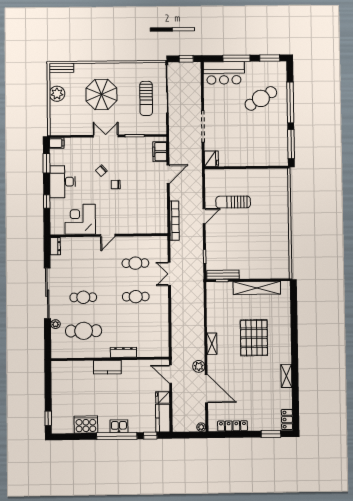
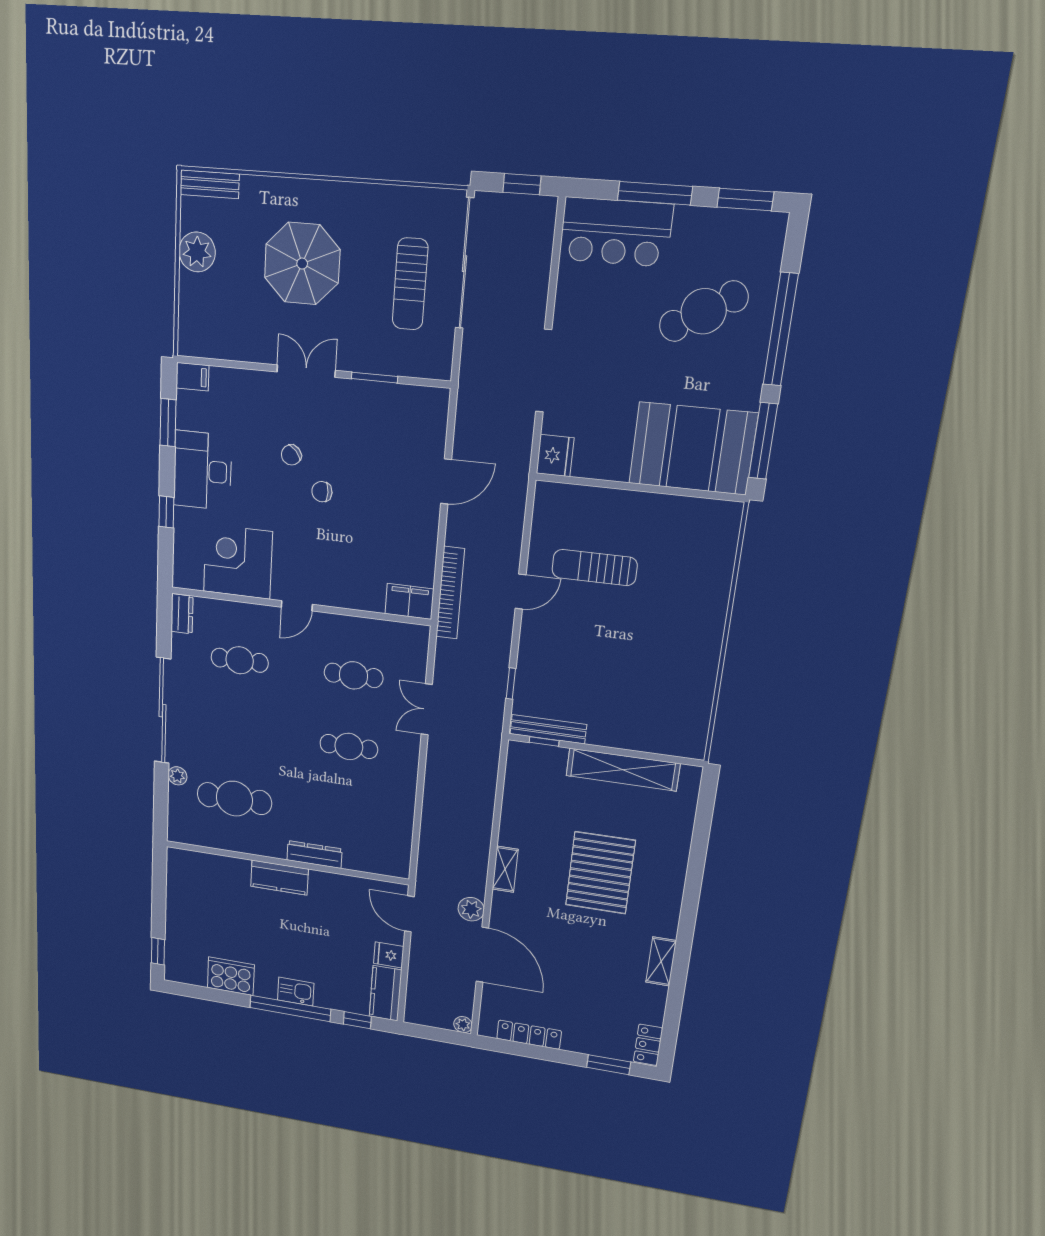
booth: (265, 150) -> (693, 448), added
filing cabinet: (160, 152) -> (409, 601), moved, turned 90
cafe table: (83, 297) -> (240, 660), moved

